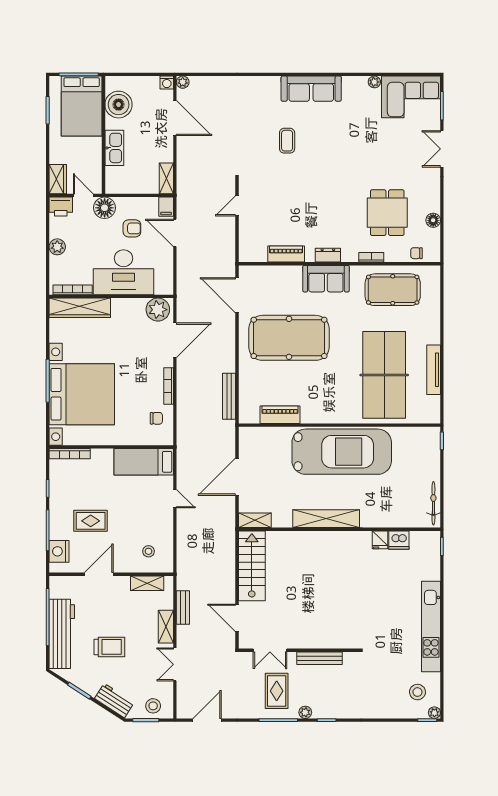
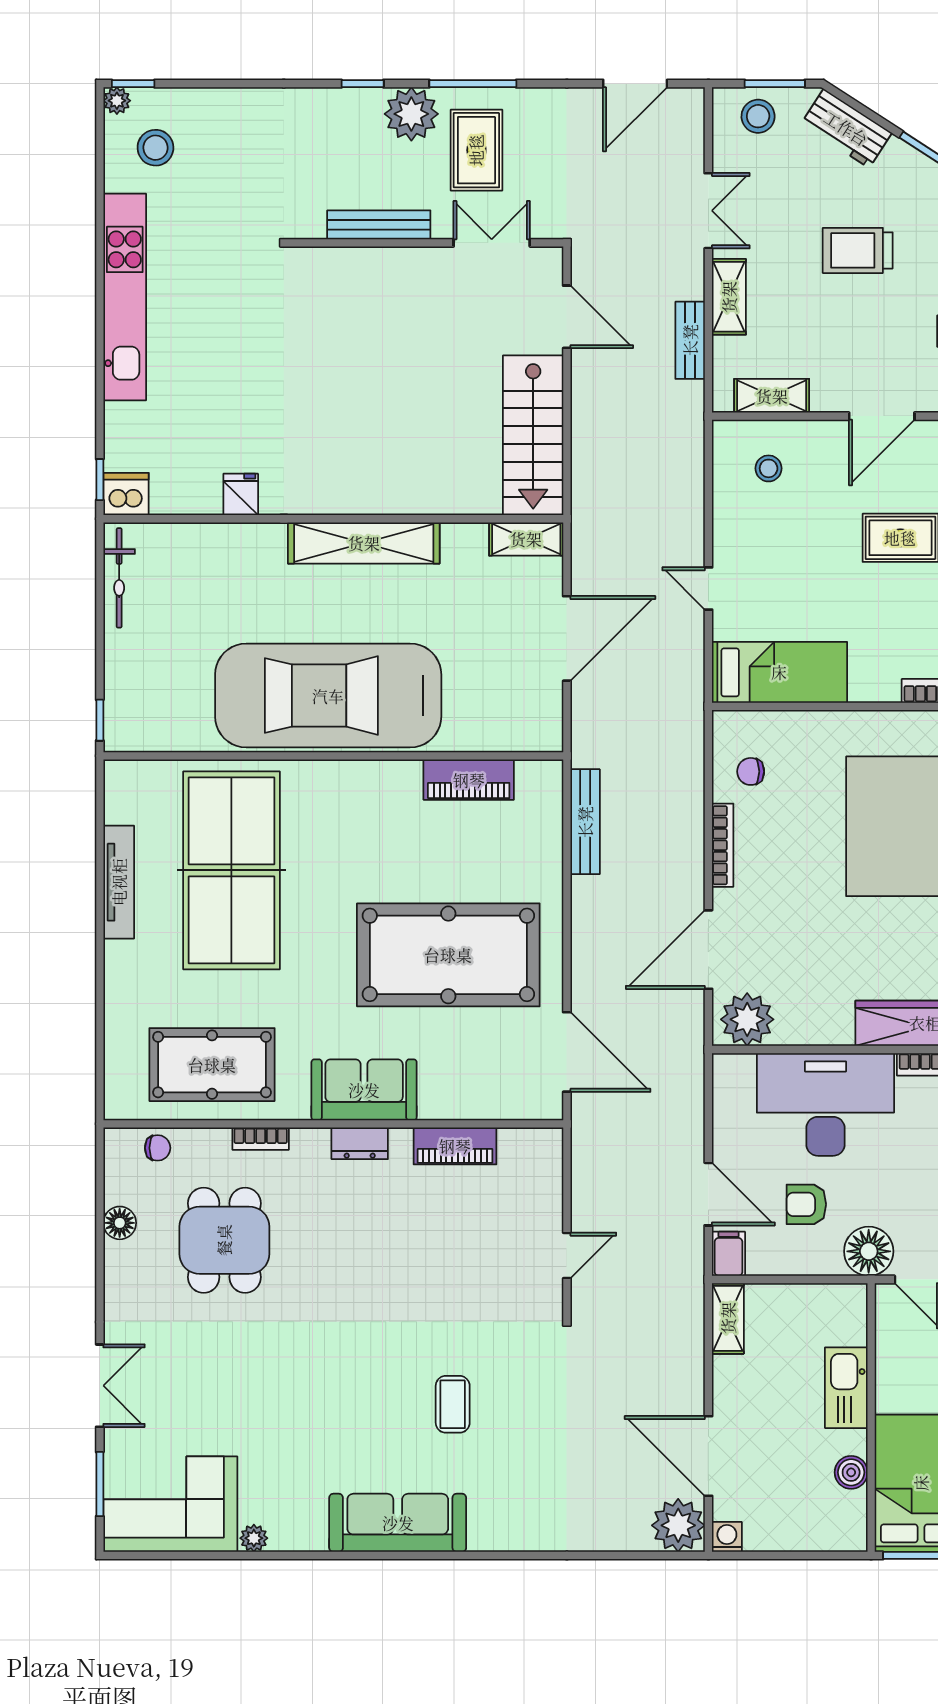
plant: (183, 82) -> (678, 1525), width x1.88, depth x1.88
boiler: (119, 105) -> (851, 1472), width x0.54, depth x0.54
dishwasher: (399, 540) -> (126, 494), moved
plant: (305, 712) -> (411, 114), width x1.87, depth x1.87

